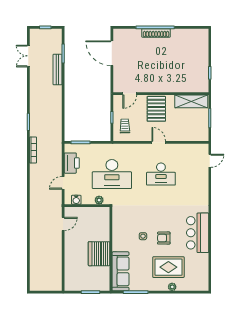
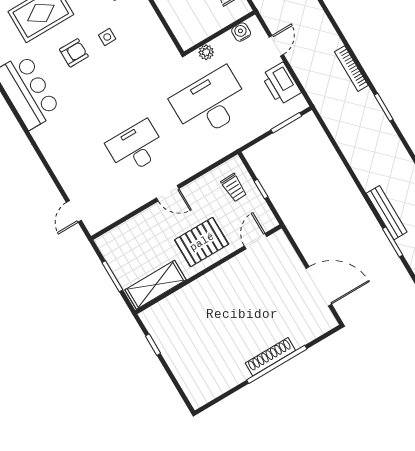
pallet: (156, 109) -> (202, 242), turned 90

